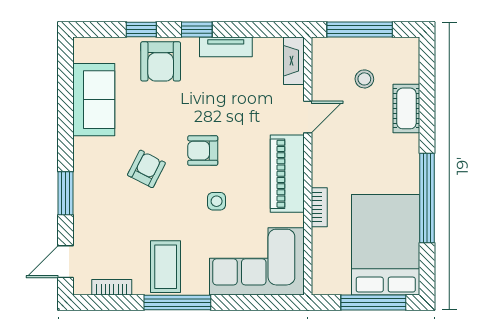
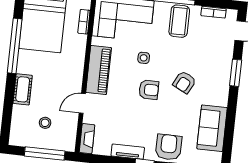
cot: (406, 108) -> (23, 89), moved
bookcase: (319, 207) -> (84, 22), moved

